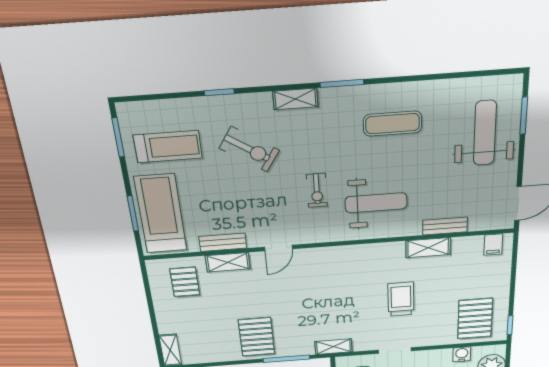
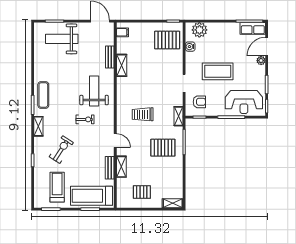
exercise mat: (393, 124) -> (43, 95), moved
pallet: (185, 282) -> (142, 192), moved
trolley: (401, 299) -> (143, 114), moved
pallet: (257, 337) -> (163, 148), moved

